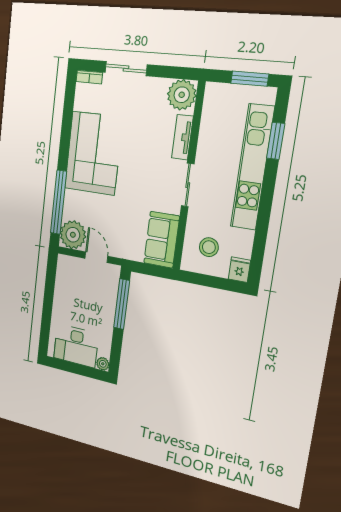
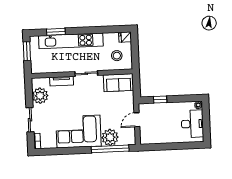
plant: (182, 95) -> (40, 96), moved
plant: (73, 235) -> (110, 137), moved
window: (122, 304) -> (160, 100), width x0.46

